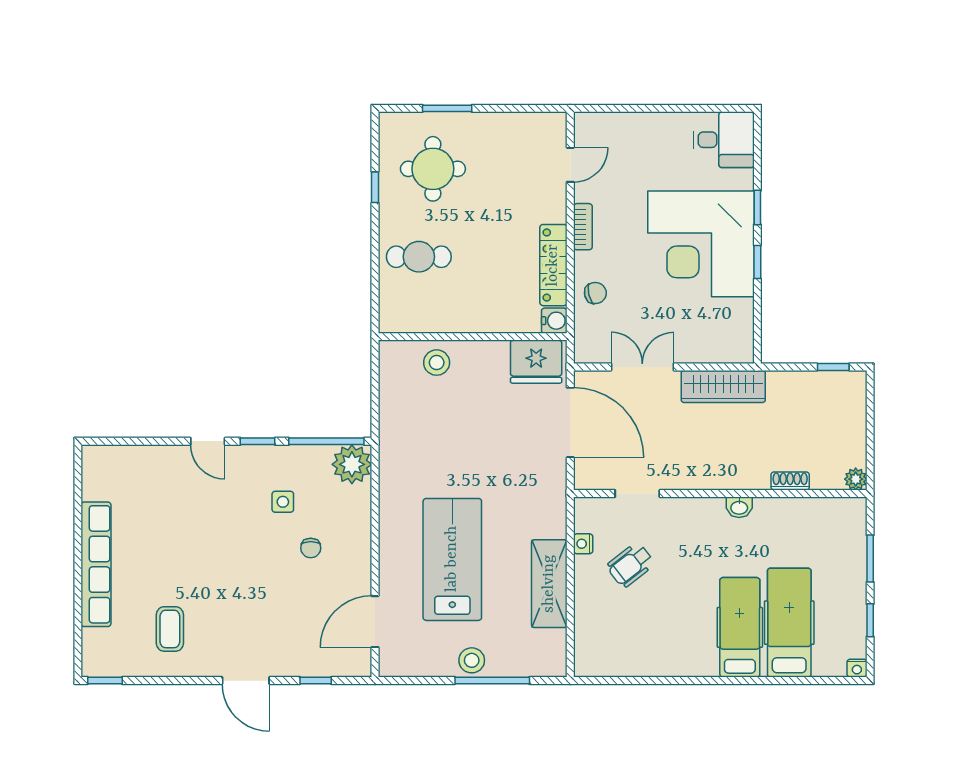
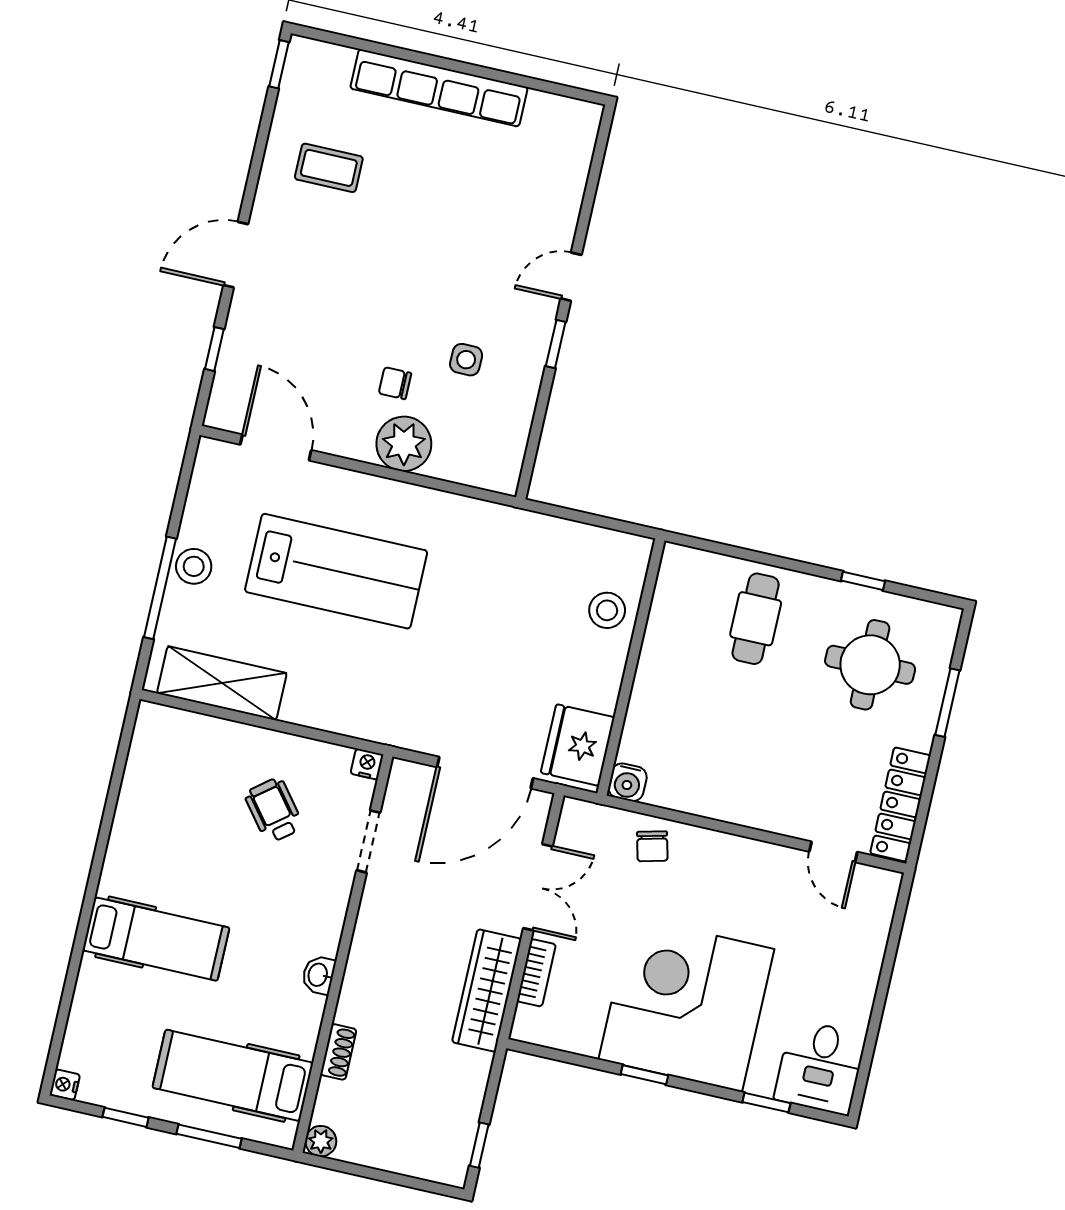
window: (757, 208) -> (766, 1103), moved
bookcase: (583, 227) -> (536, 973), moved, turned -90
locker: (553, 265) -> (900, 804), moved, turned -90
window: (326, 441) -> (535, 437), removed
plant: (352, 464) -> (404, 444), moved
nightstand: (583, 544) -> (367, 764), moved
shelving: (549, 584) -> (222, 683), moved
hospital bed: (789, 623) -> (233, 1075), moved, turned 180

